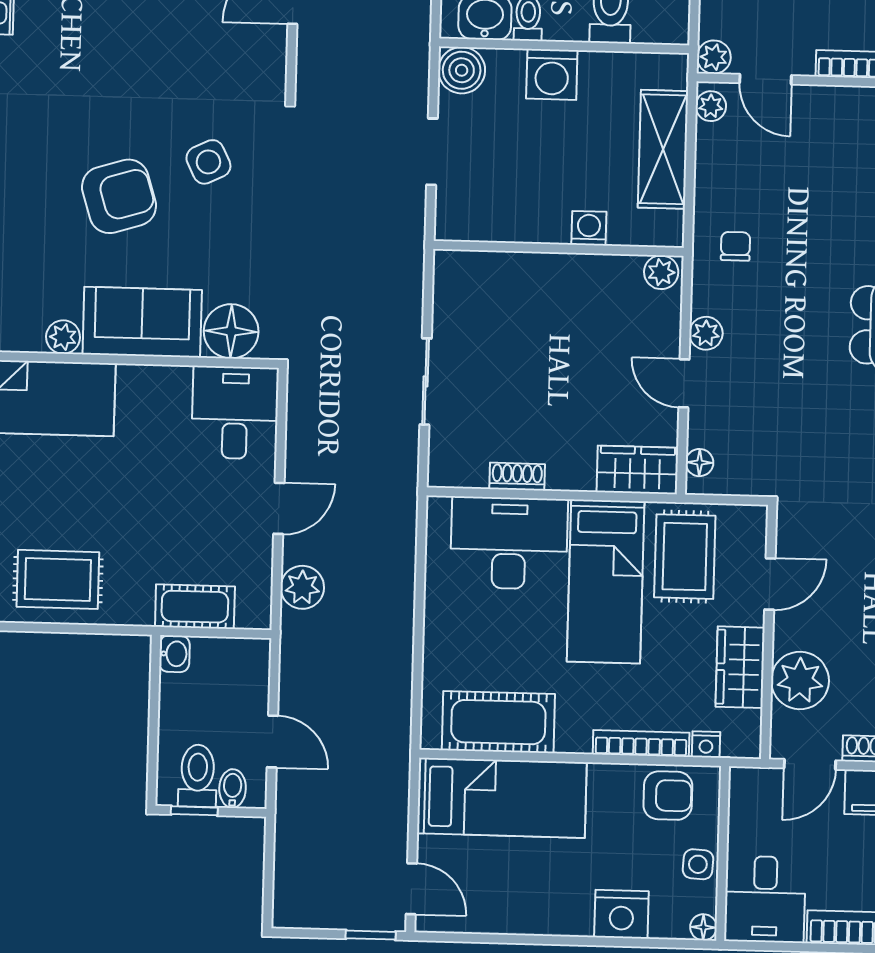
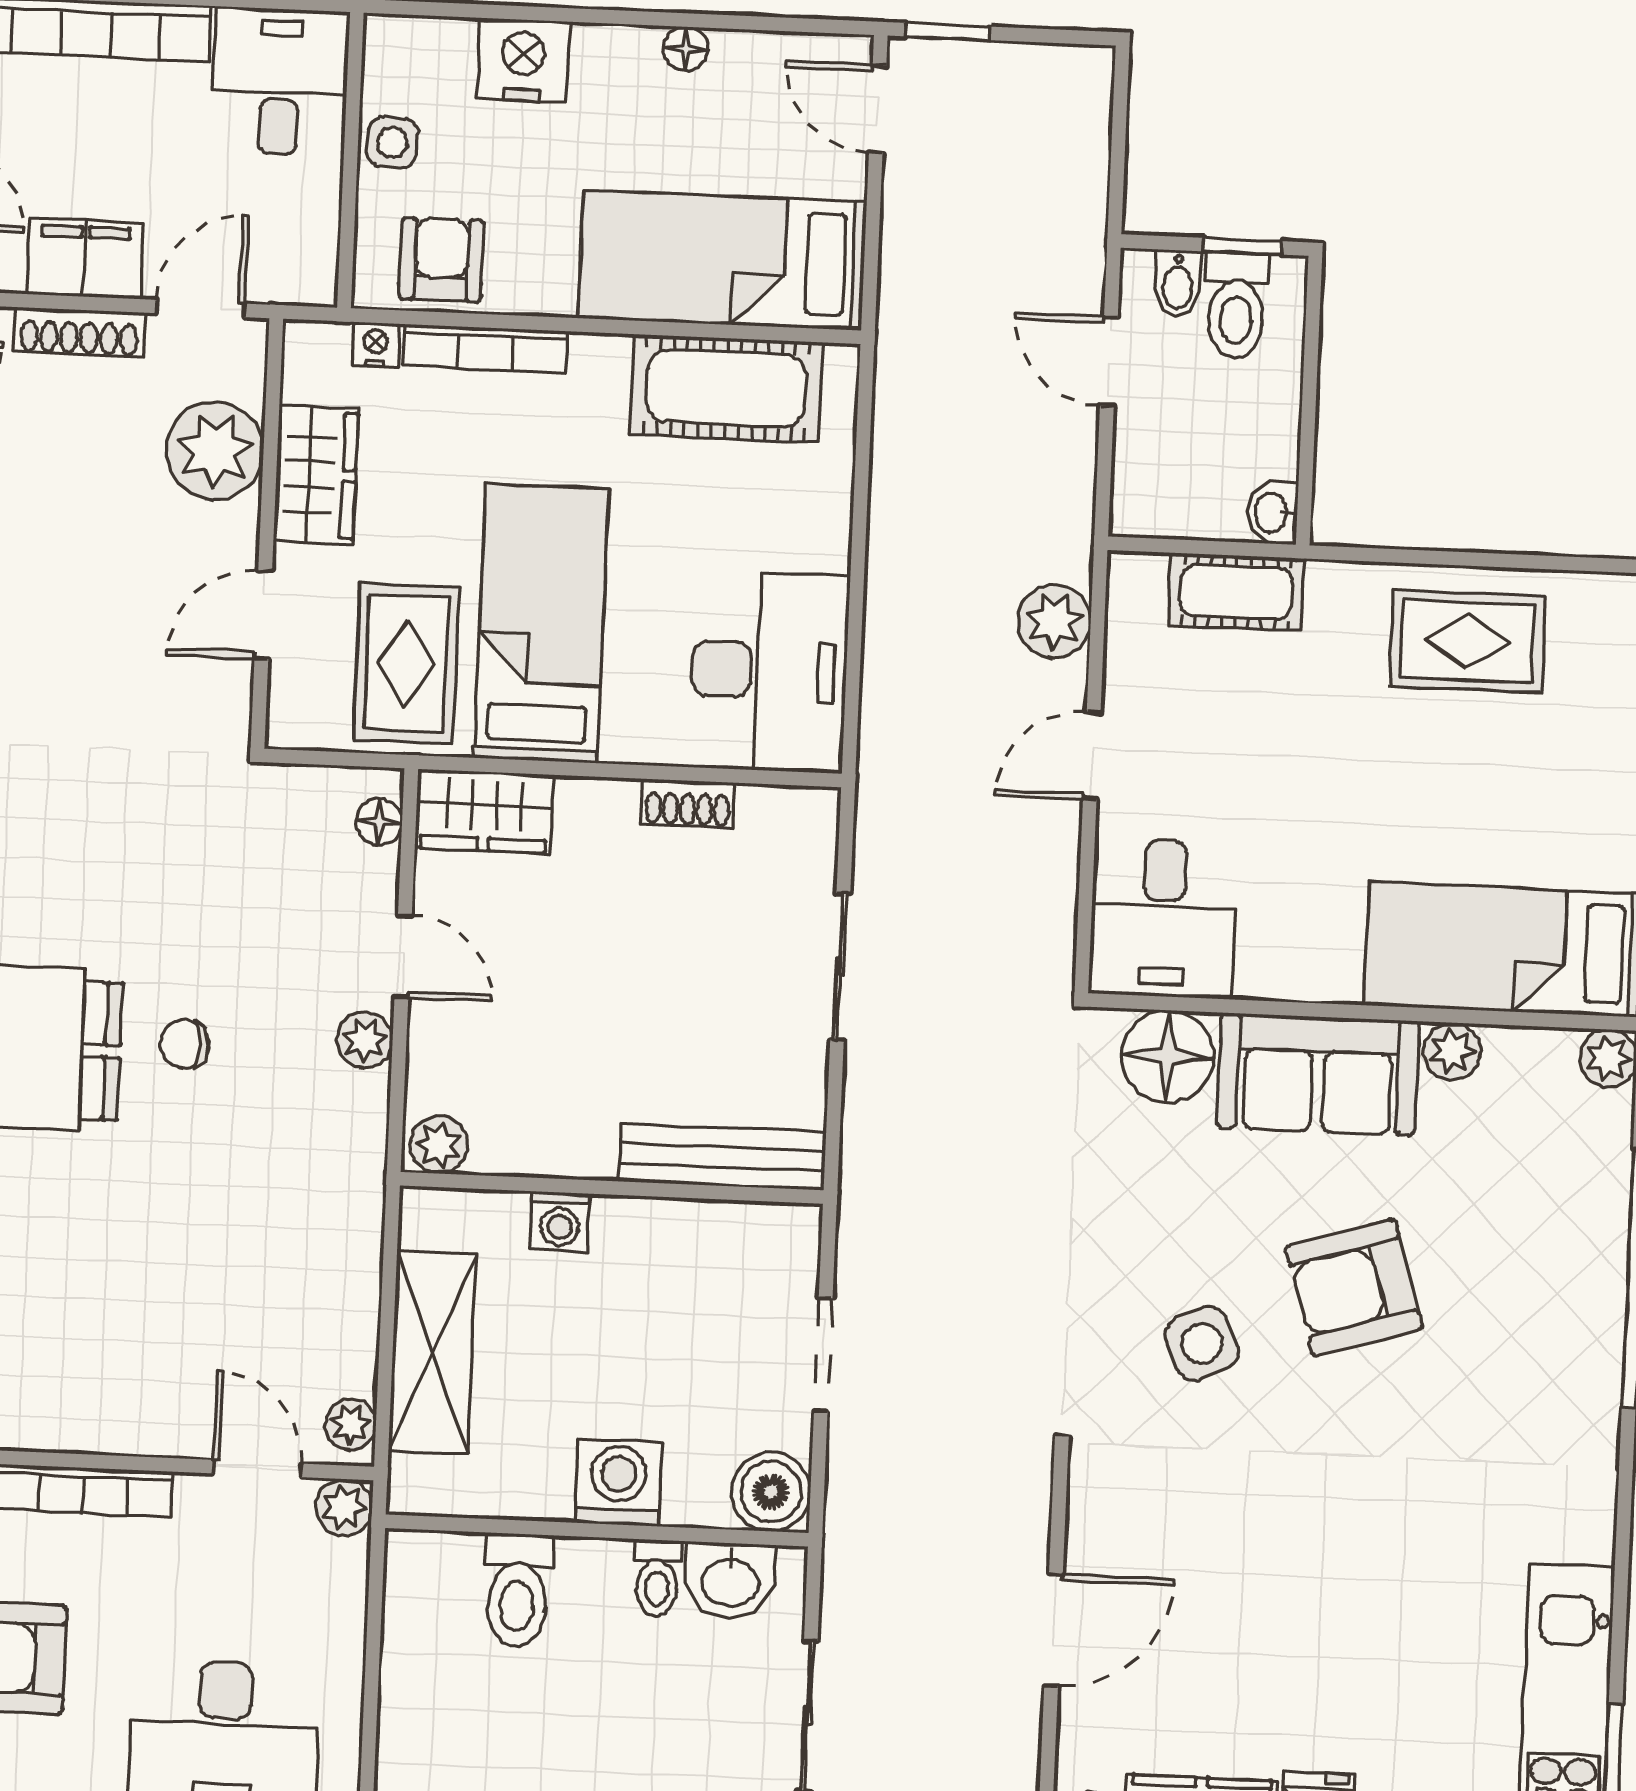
chair: (735, 246) -> (185, 1044), moved, turned 90
bench: (494, 268) -> (722, 1157), added
desk: (509, 543) -> (769, 671), moved, turned -90
armchair: (668, 796) -> (441, 260), turned 90
floor lamp: (703, 927) -> (686, 49), moved

